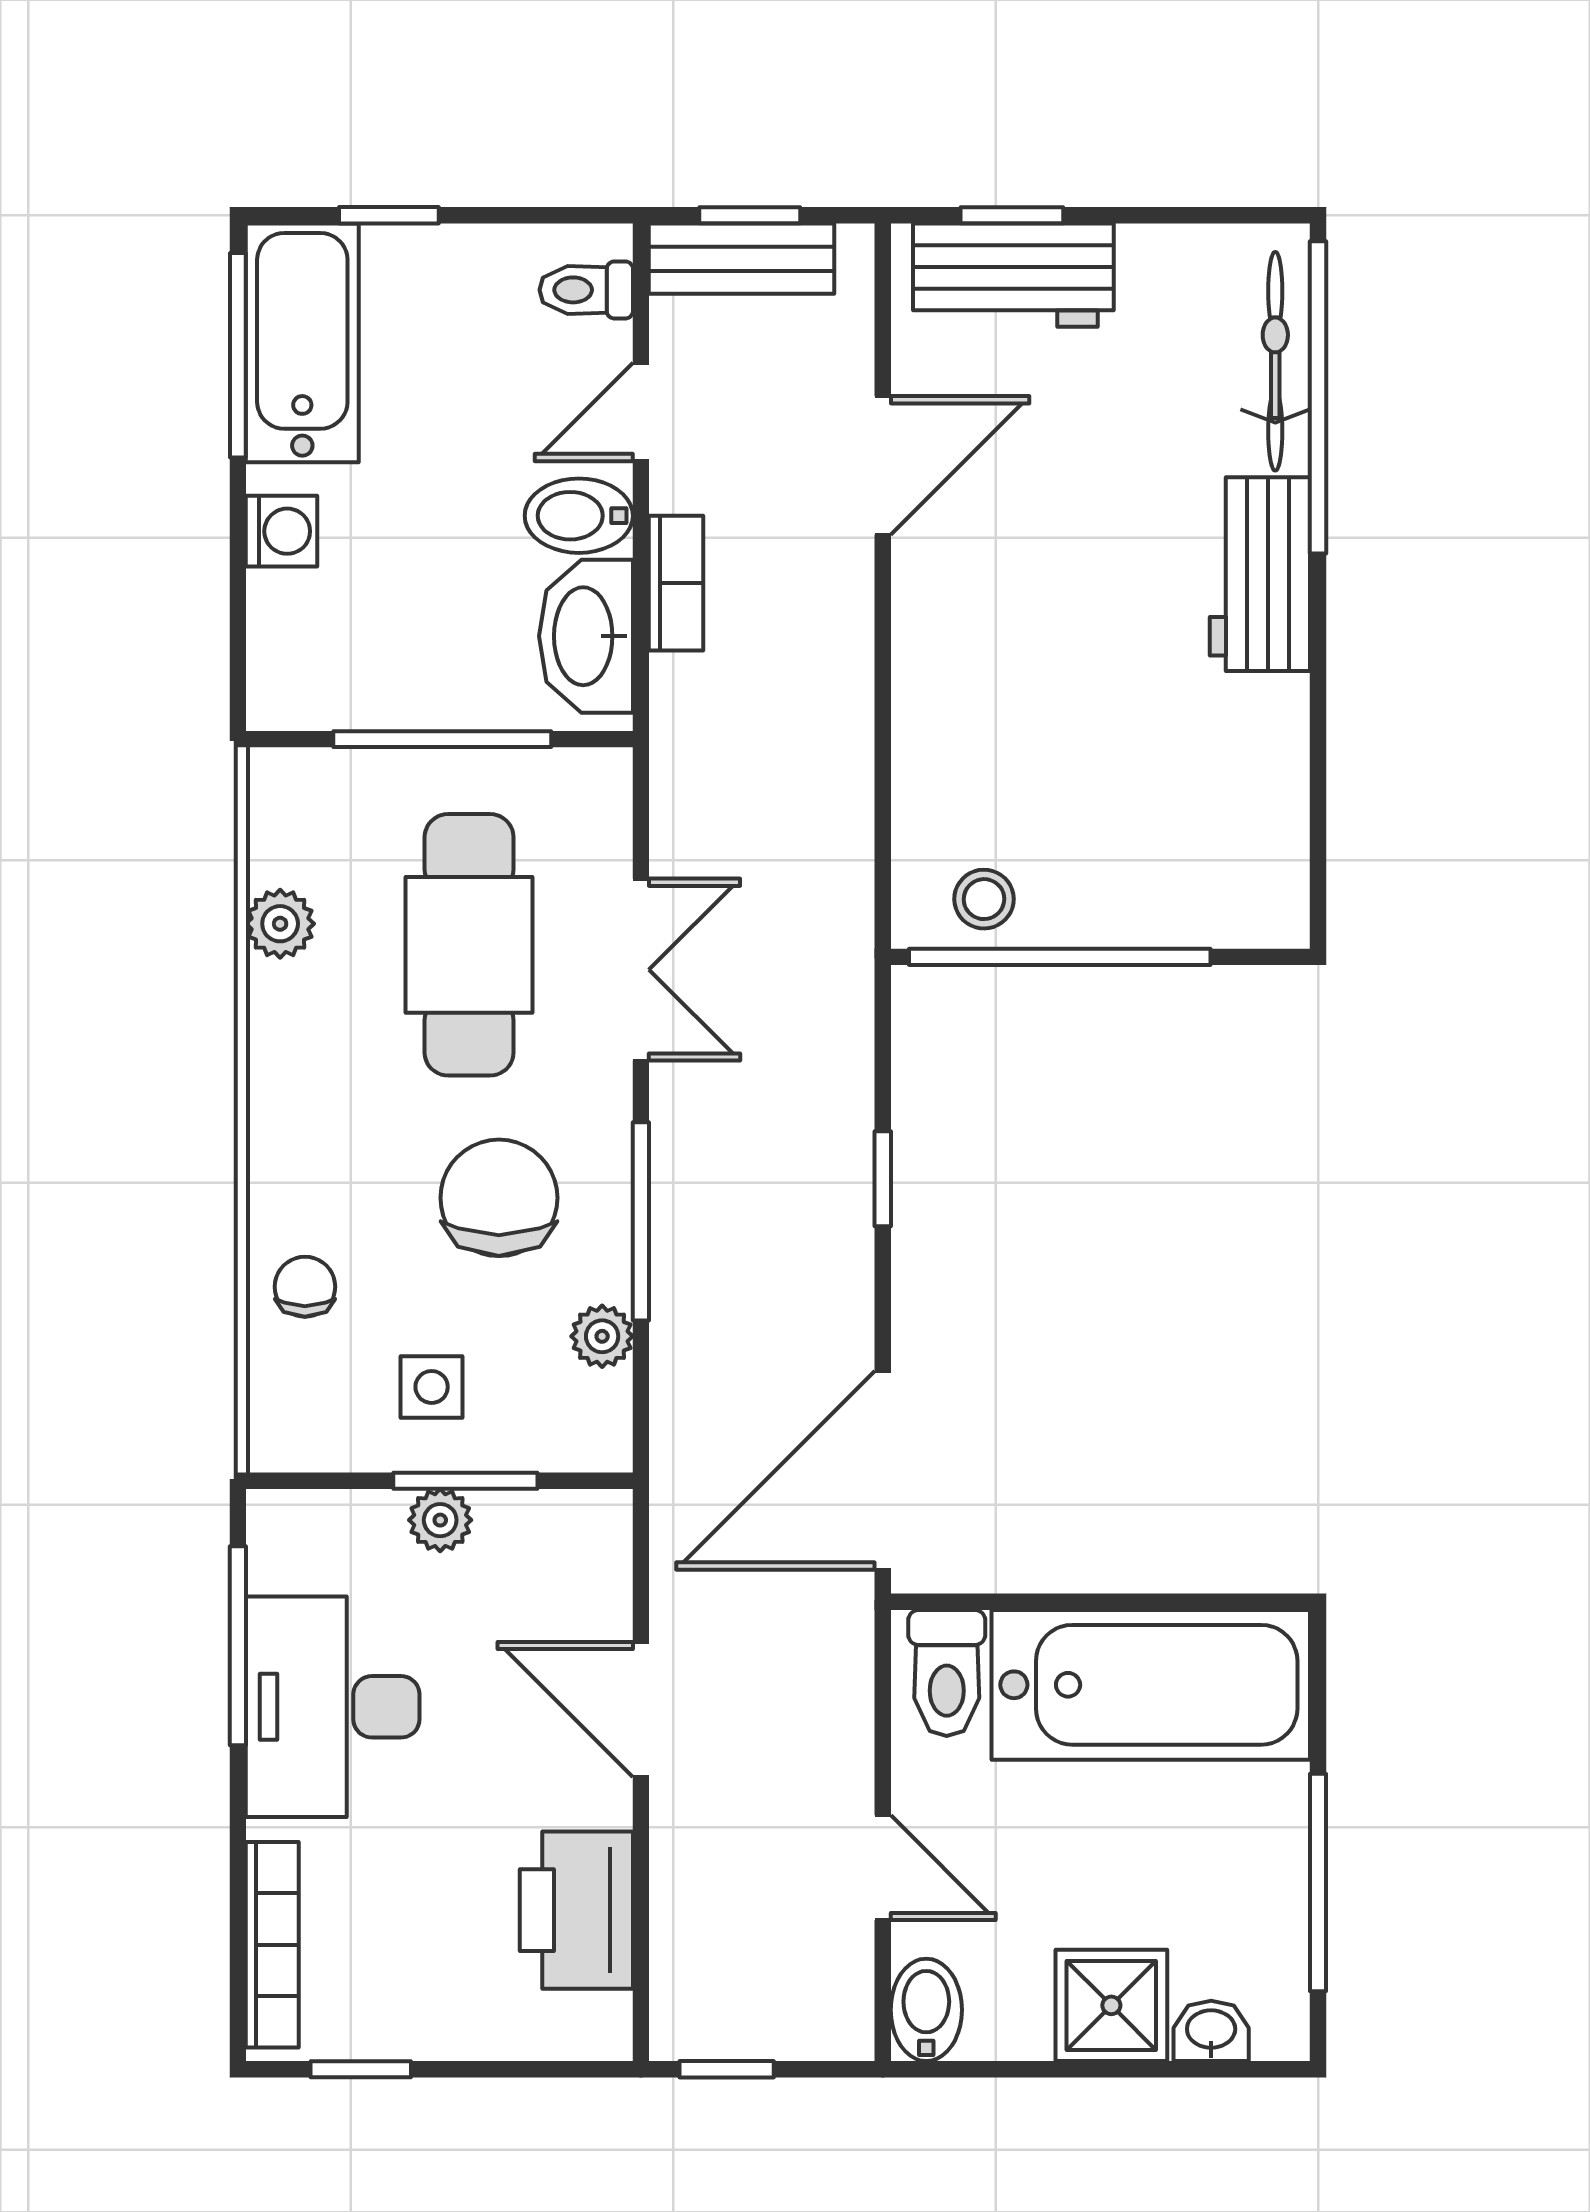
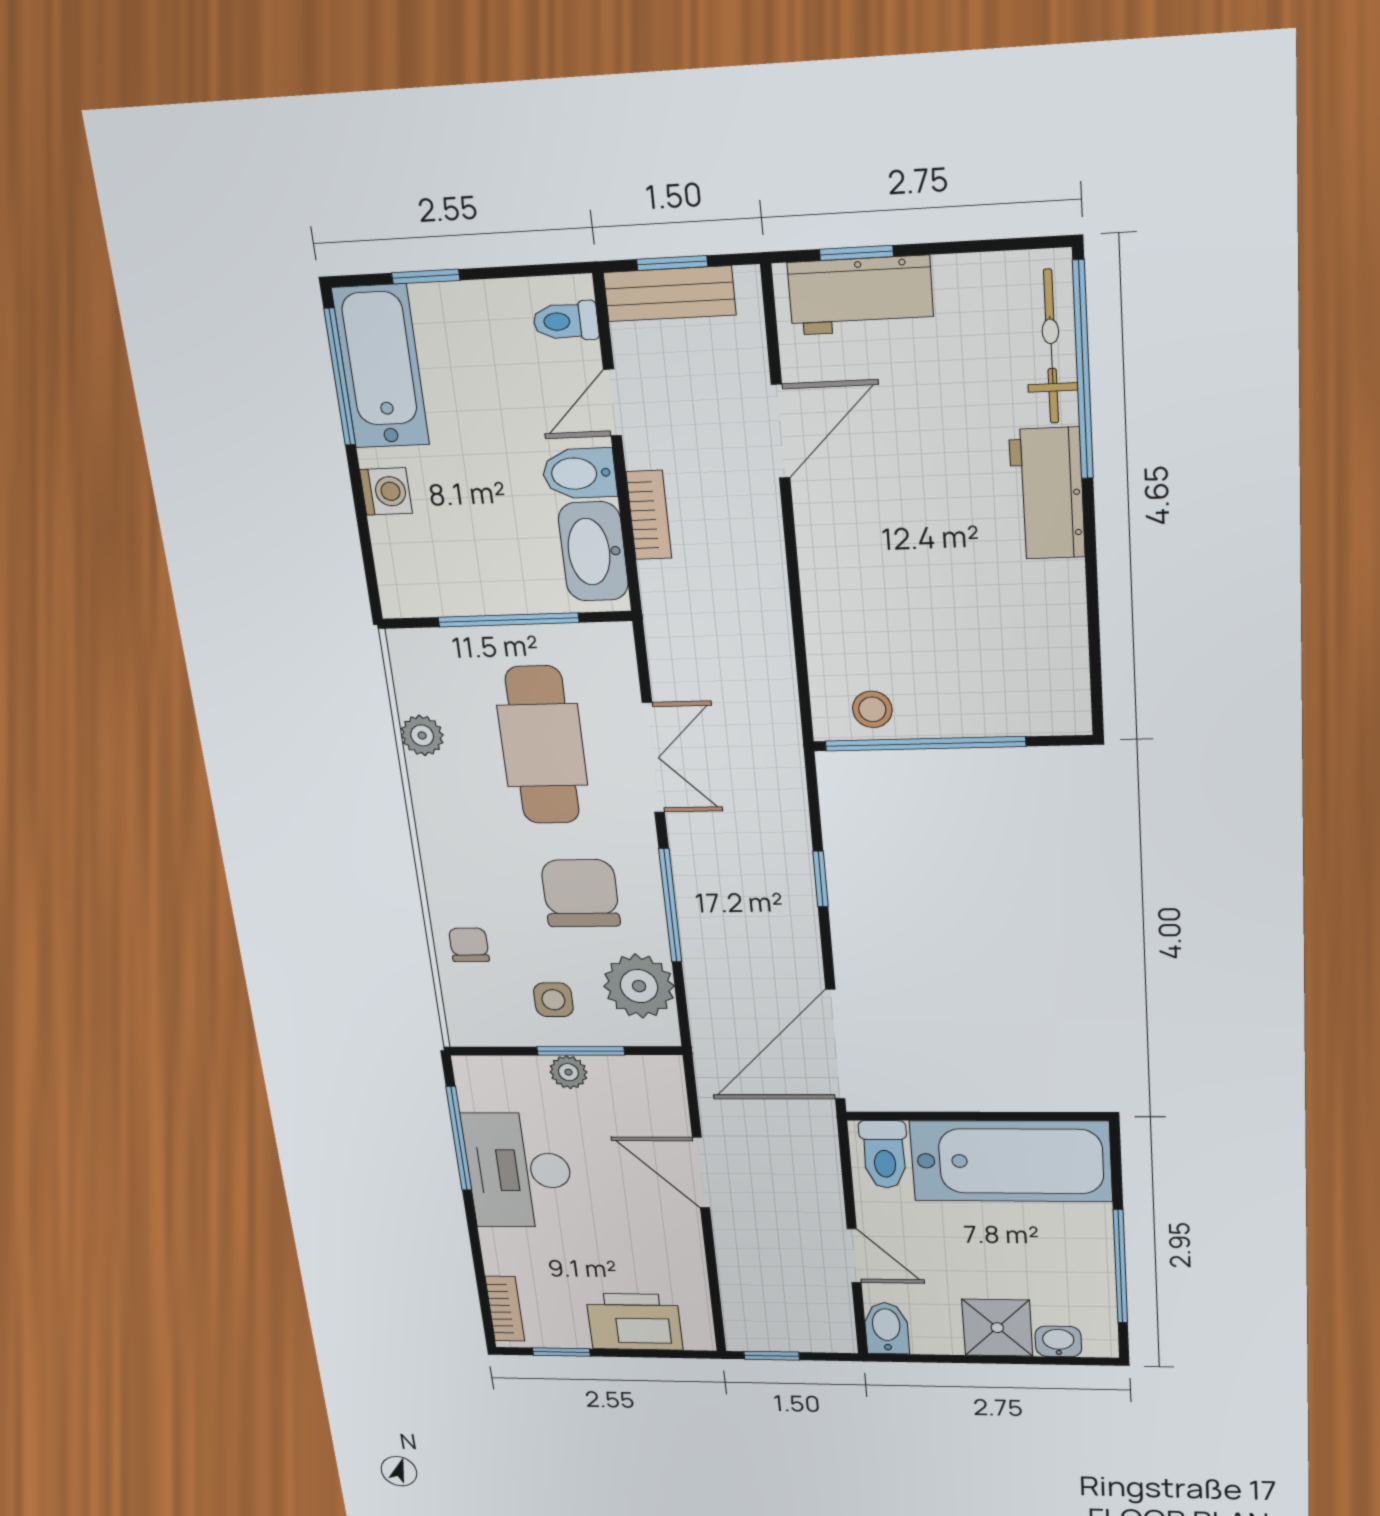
plant: (602, 1336) -> (639, 986), width x1.88, depth x1.88
printer: (576, 1910) -> (634, 1322), moved, turned 90
bookcase: (272, 1945) -> (505, 1309), width x0.64

